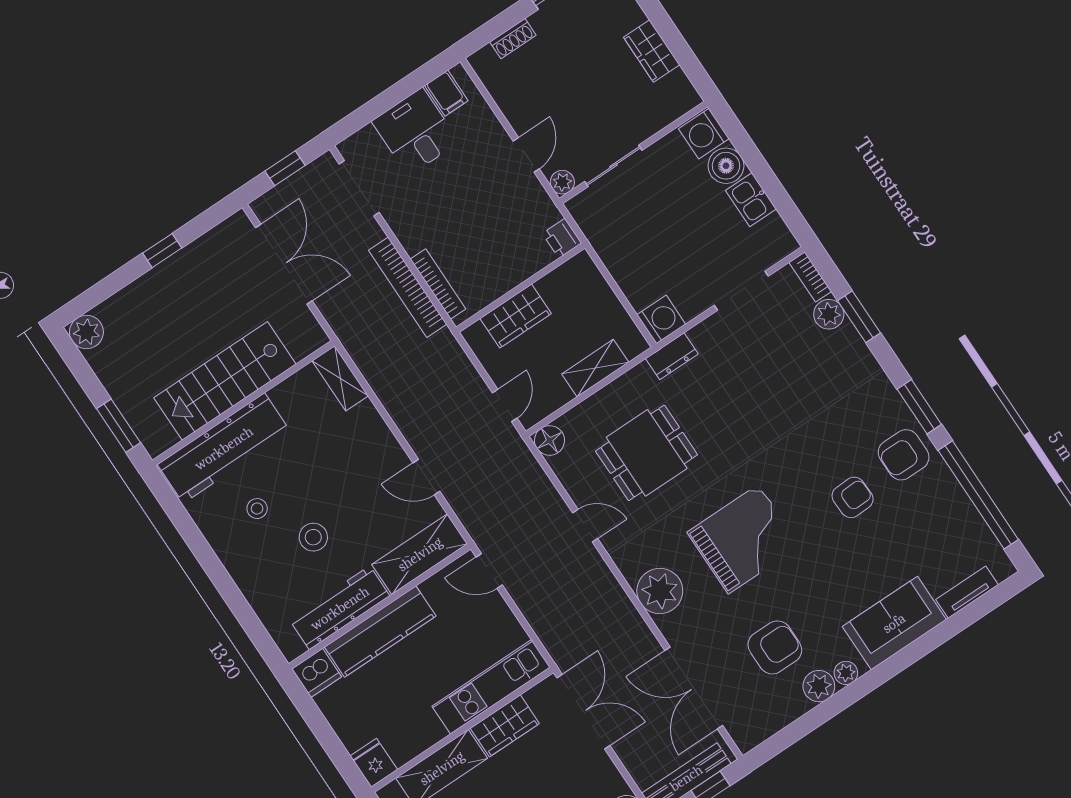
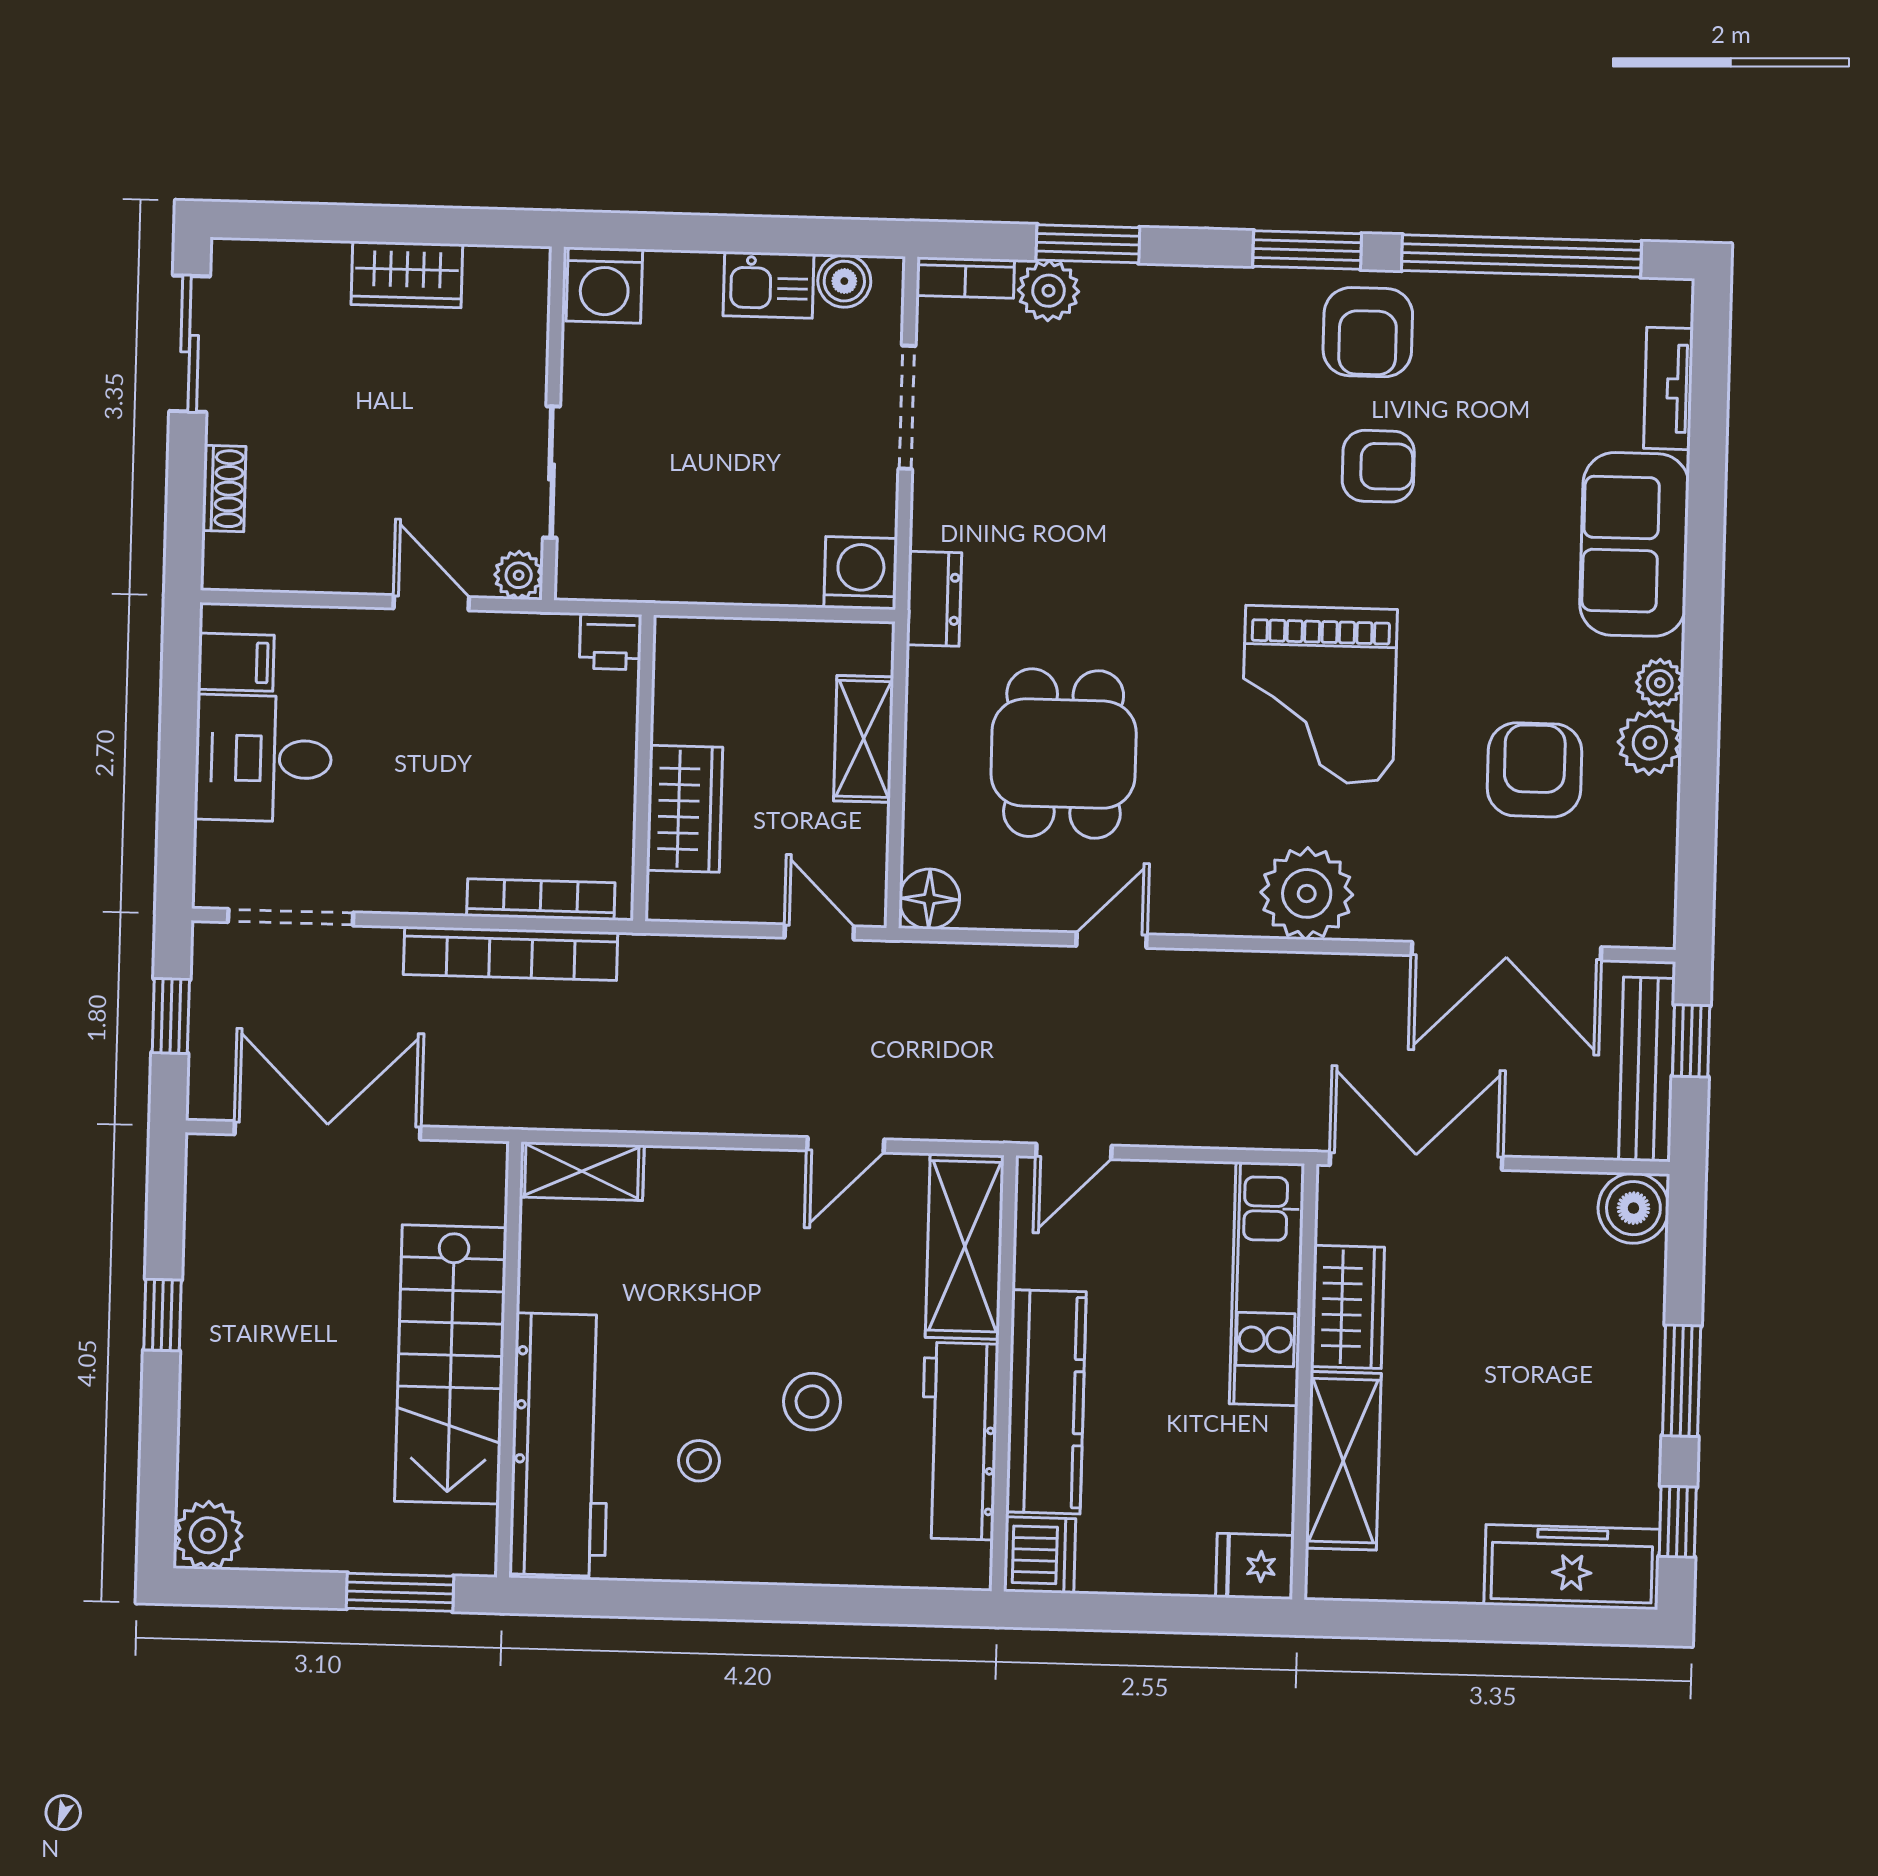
boiler: (726, 166) -> (844, 281), moved, width x0.73, depth x0.73
armchair: (853, 497) -> (1378, 466), turned 92
grand piano: (743, 539) -> (1319, 695), turned 180

